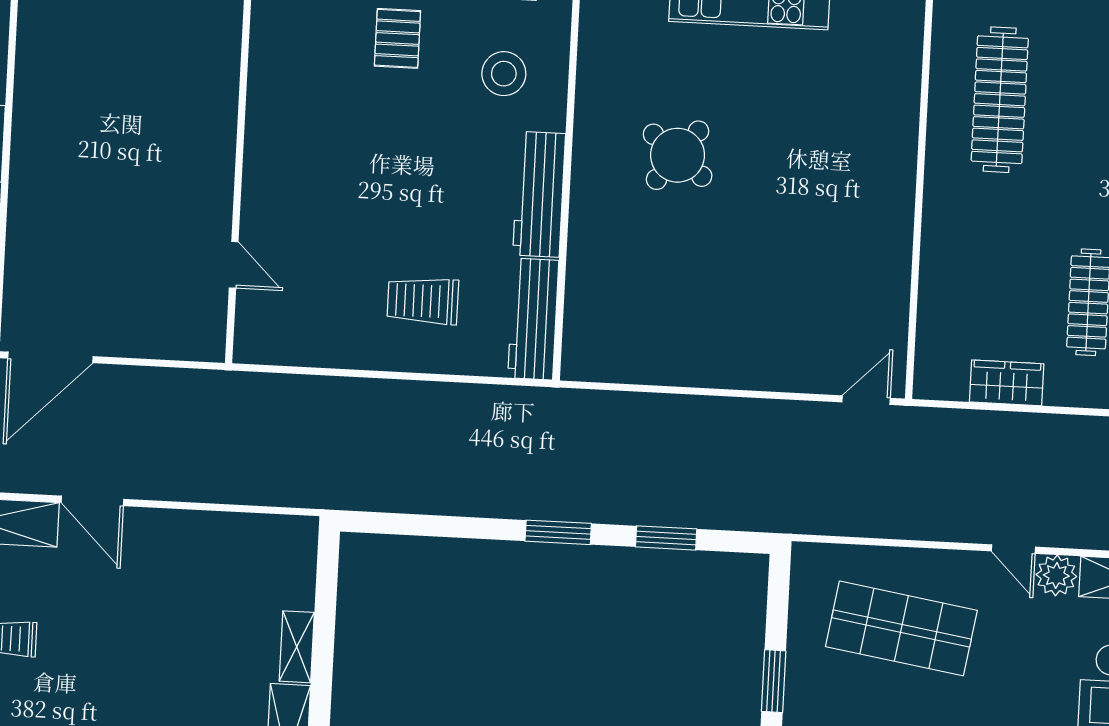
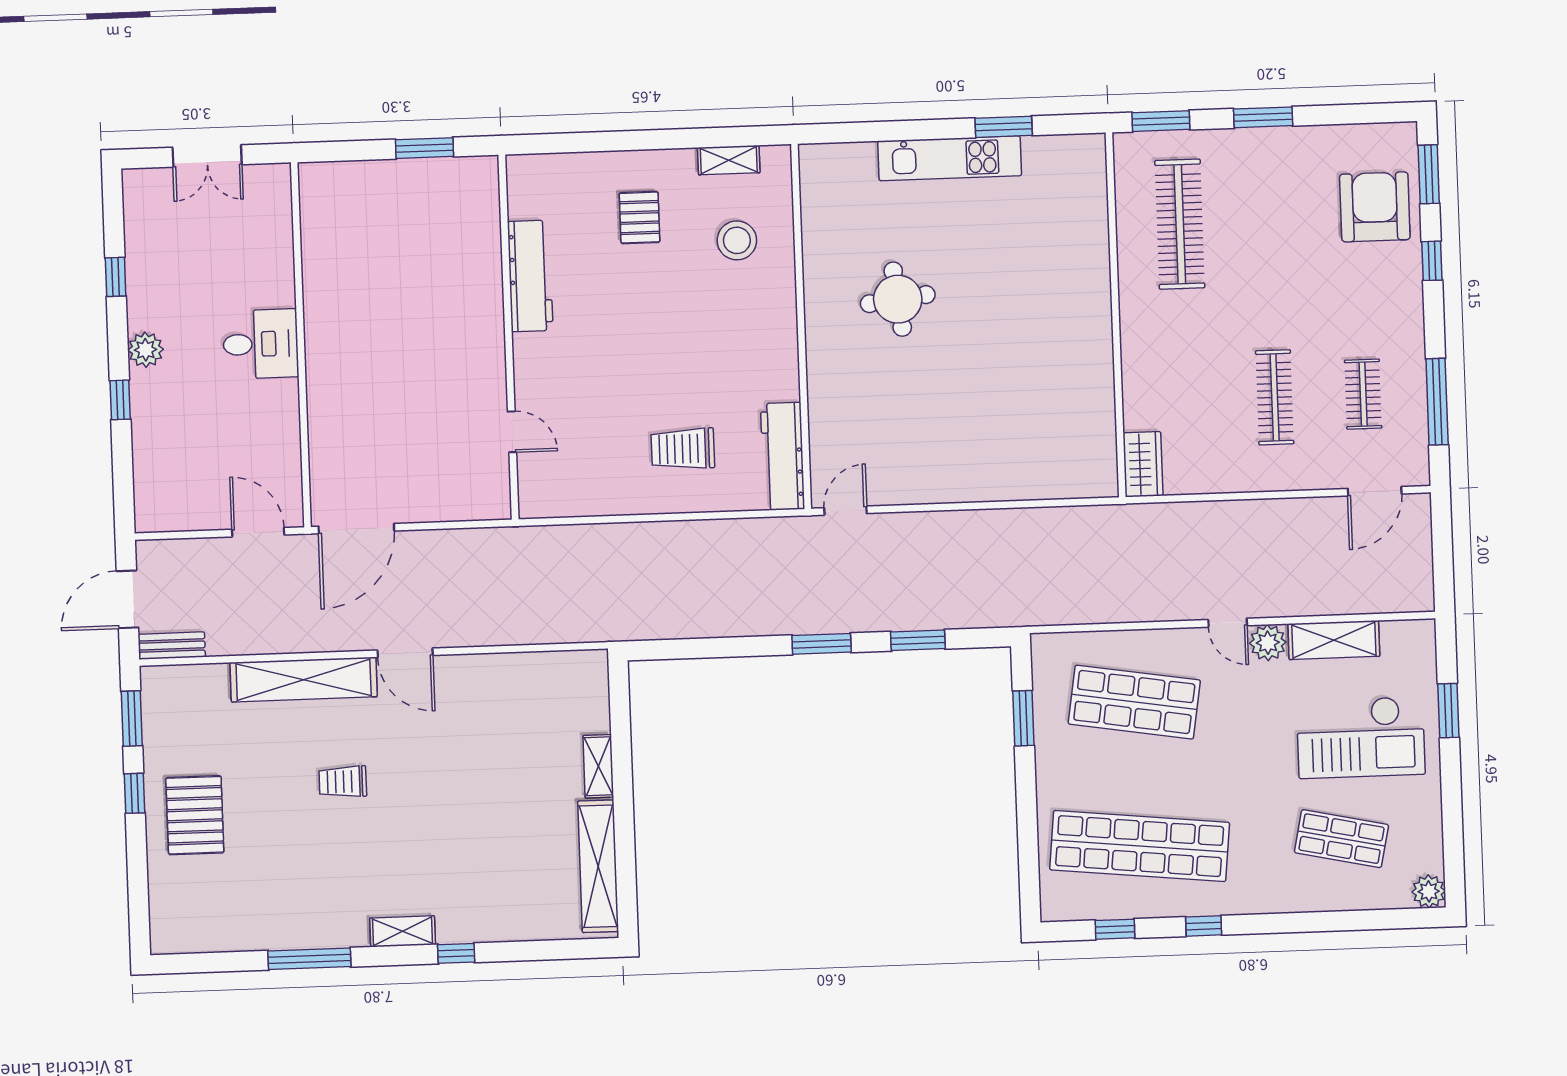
round table: (678, 155) -> (898, 299), turned 45
workbench: (539, 194) -> (530, 276), moved, turned 180
wardrobe: (1007, 383) -> (1143, 464), moved, turned 90
door: (866, 400) -> (845, 511), moved
window: (774, 681) -> (1023, 718), moved

